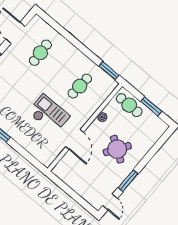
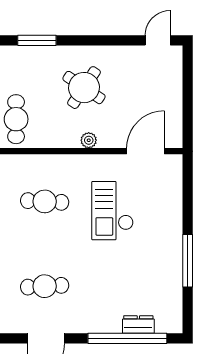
plant: (102, 117) -> (89, 140), moved
door: (75, 140) -> (146, 151), moved
window: (128, 181) -> (37, 40), moved

